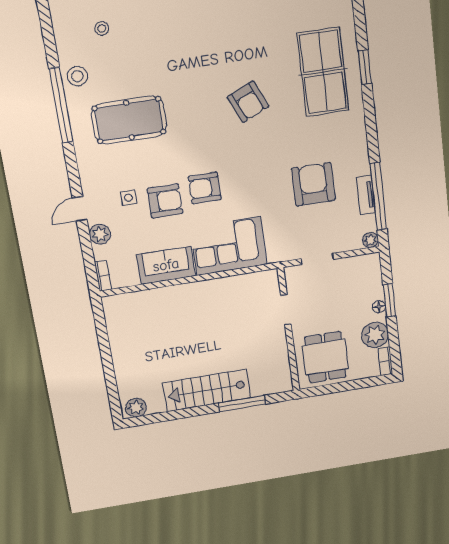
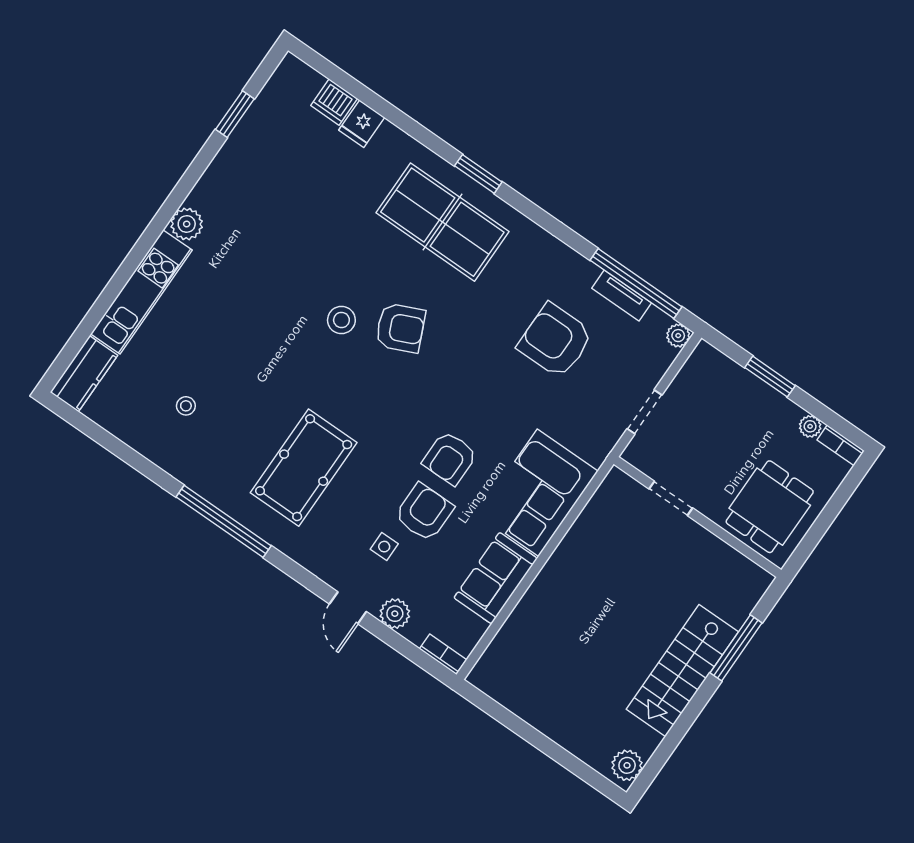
stool: (77, 76) -> (341, 320), moved
floor lamp: (379, 307) -> (766, 395), removed
plant: (375, 335) -> (810, 426), width x0.53, depth x0.53
dining table: (325, 357) -> (770, 507), turned 90

